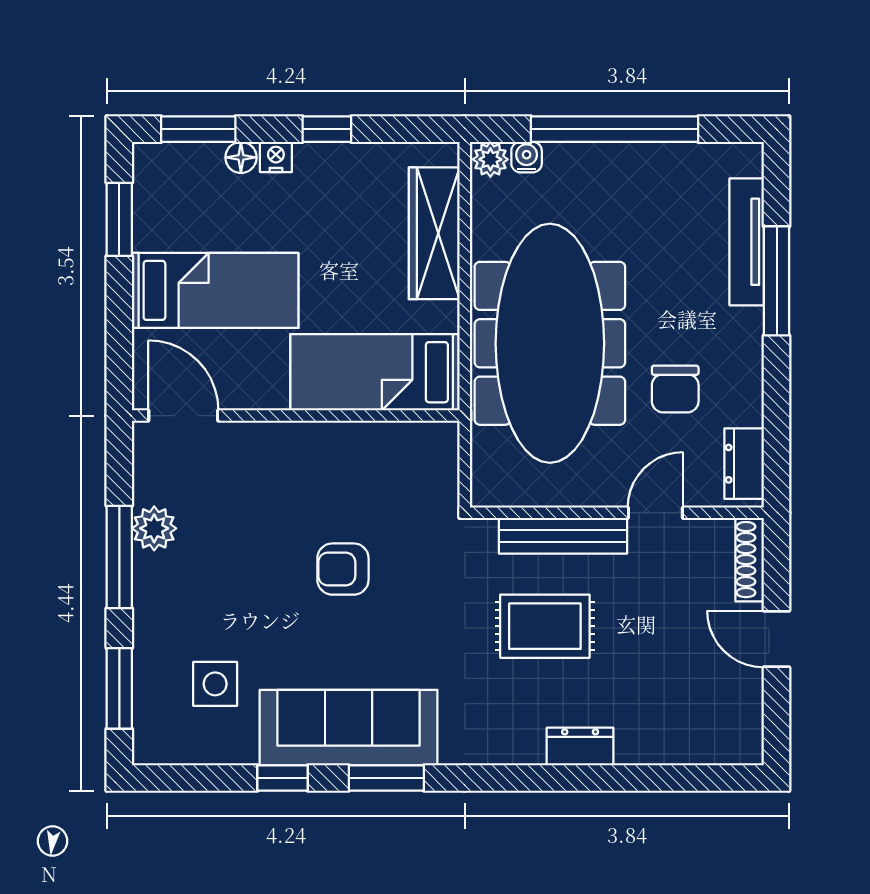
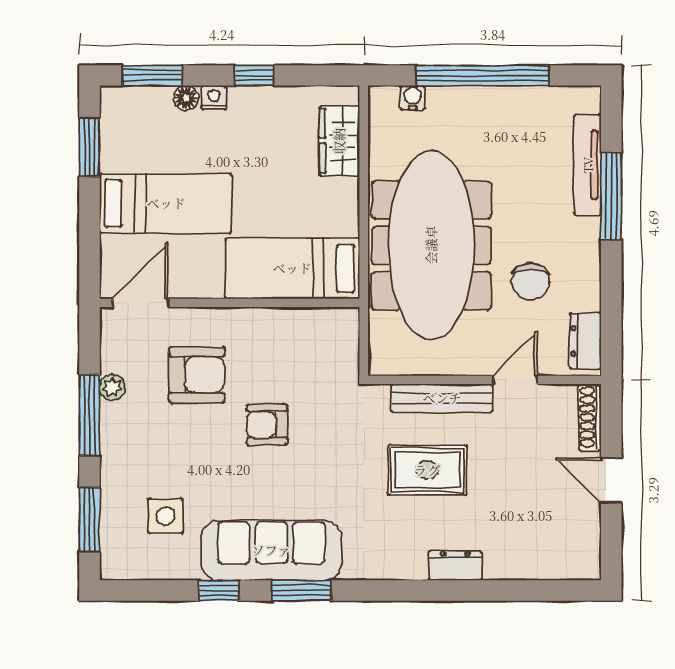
plant: (490, 159) -> (384, 99), removed
wardrobe: (434, 233) -> (339, 141), width x0.67
door: (183, 416) -> (140, 303), hinge flipped
armchair: (255, 506) -> (197, 375), added
plant: (154, 528) -> (112, 388), width x0.73, depth x0.73

